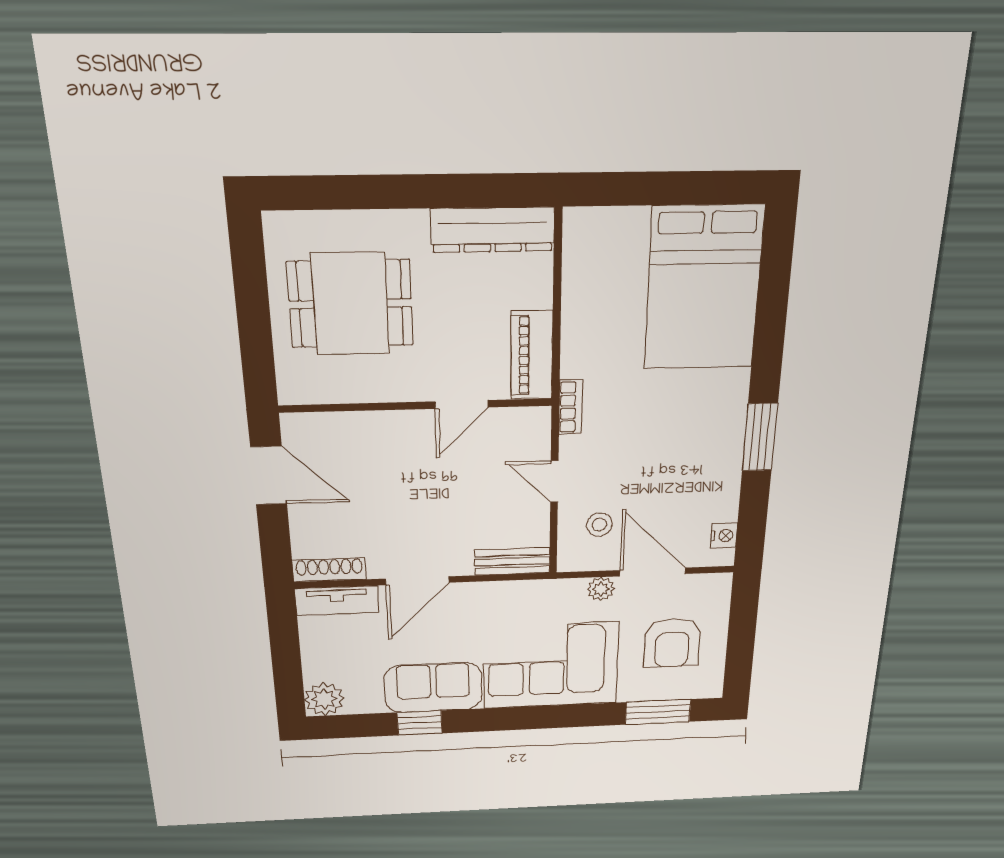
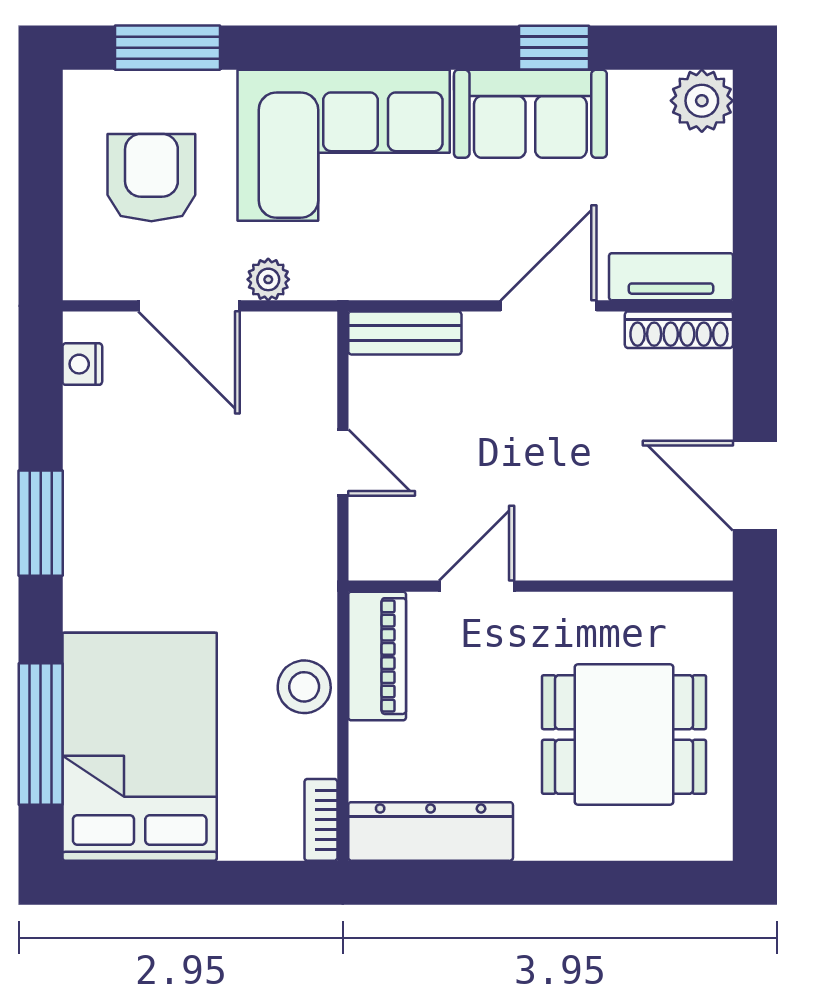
window: (773, 296) -> (41, 734), added
bookcase: (571, 407) -> (321, 820), moved
stool: (599, 525) -> (304, 687), moved, width x1.37, depth x1.37

